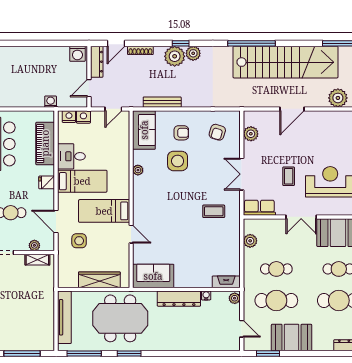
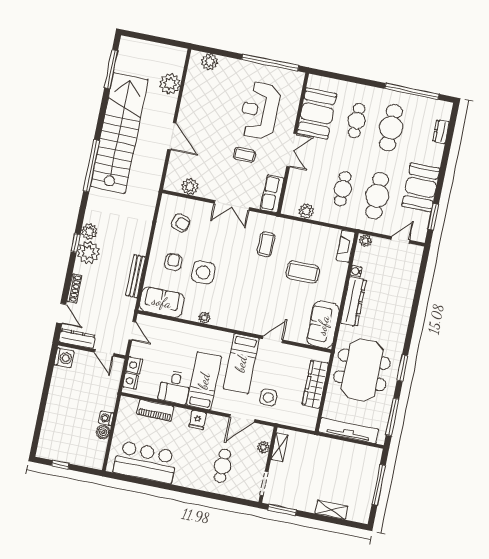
boiler: (19, 101) -> (103, 432), added
washing machine: (51, 102) -> (106, 418), moved
piano: (45, 143) -> (155, 410), width x0.73, depth x0.75
coffee table: (196, 249) -> (303, 272), added

